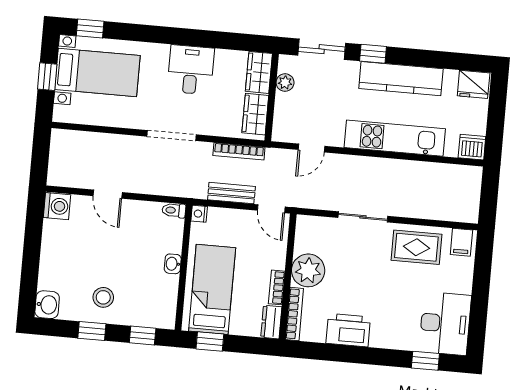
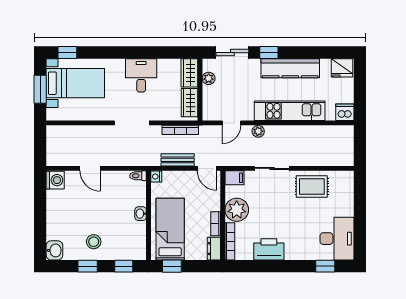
window: (47, 77) -> (40, 89), width x1.50
plant: (348, 163) -> (258, 131), added
filing cabinet: (461, 242) -> (234, 178), moved, turned -90

